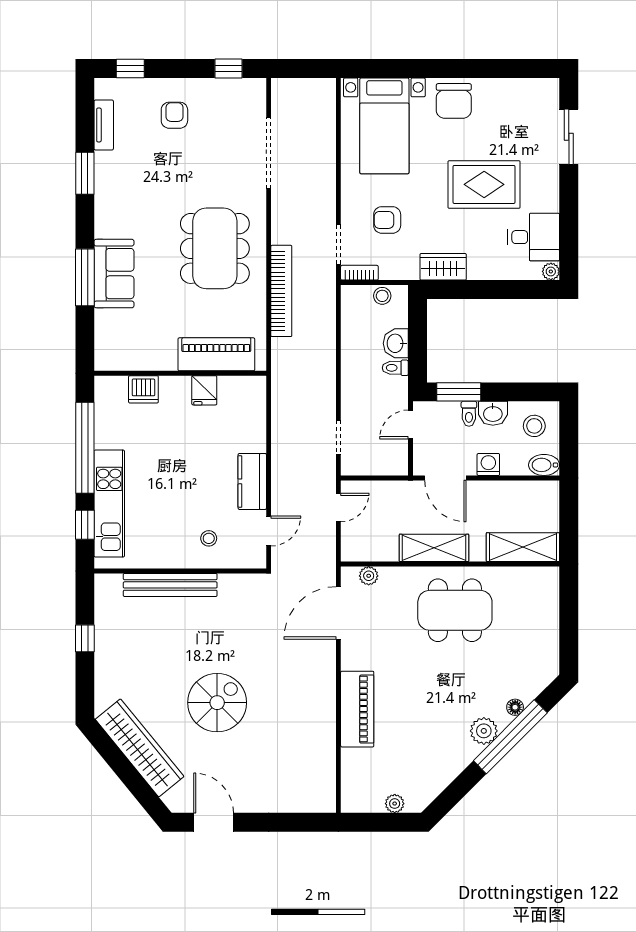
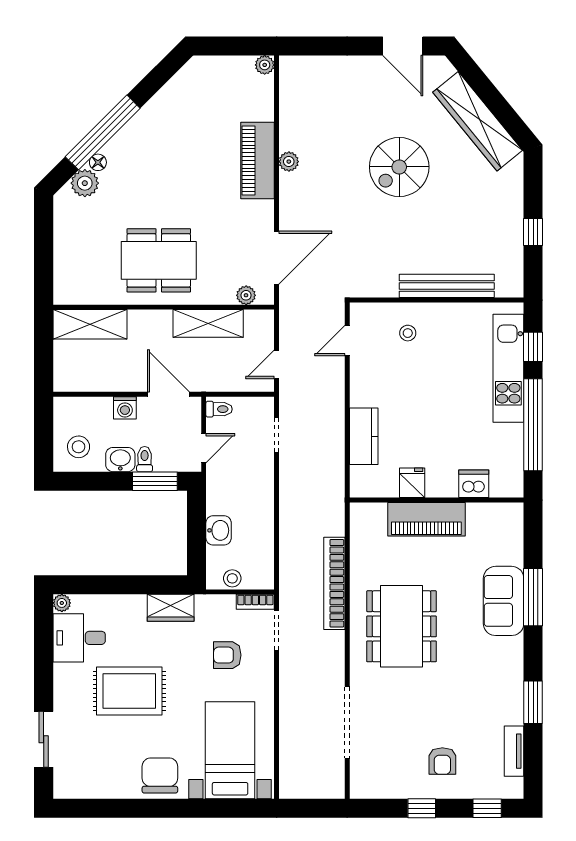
window: (229, 68) -> (422, 808), moved
armchair: (387, 220) -> (227, 655), turned 180
piano: (216, 354) -> (426, 519), moved
toilet: (395, 368) -> (219, 409), moved
bidet: (544, 465) -> (69, 407), removed
kitchen counter: (252, 481) -> (364, 436), moved
shelving: (434, 548) -> (208, 323), moved
plant: (326, 708) -> (289, 162), added
plant: (484, 731) -> (85, 183), moved
plant: (395, 804) -> (265, 65), moved

